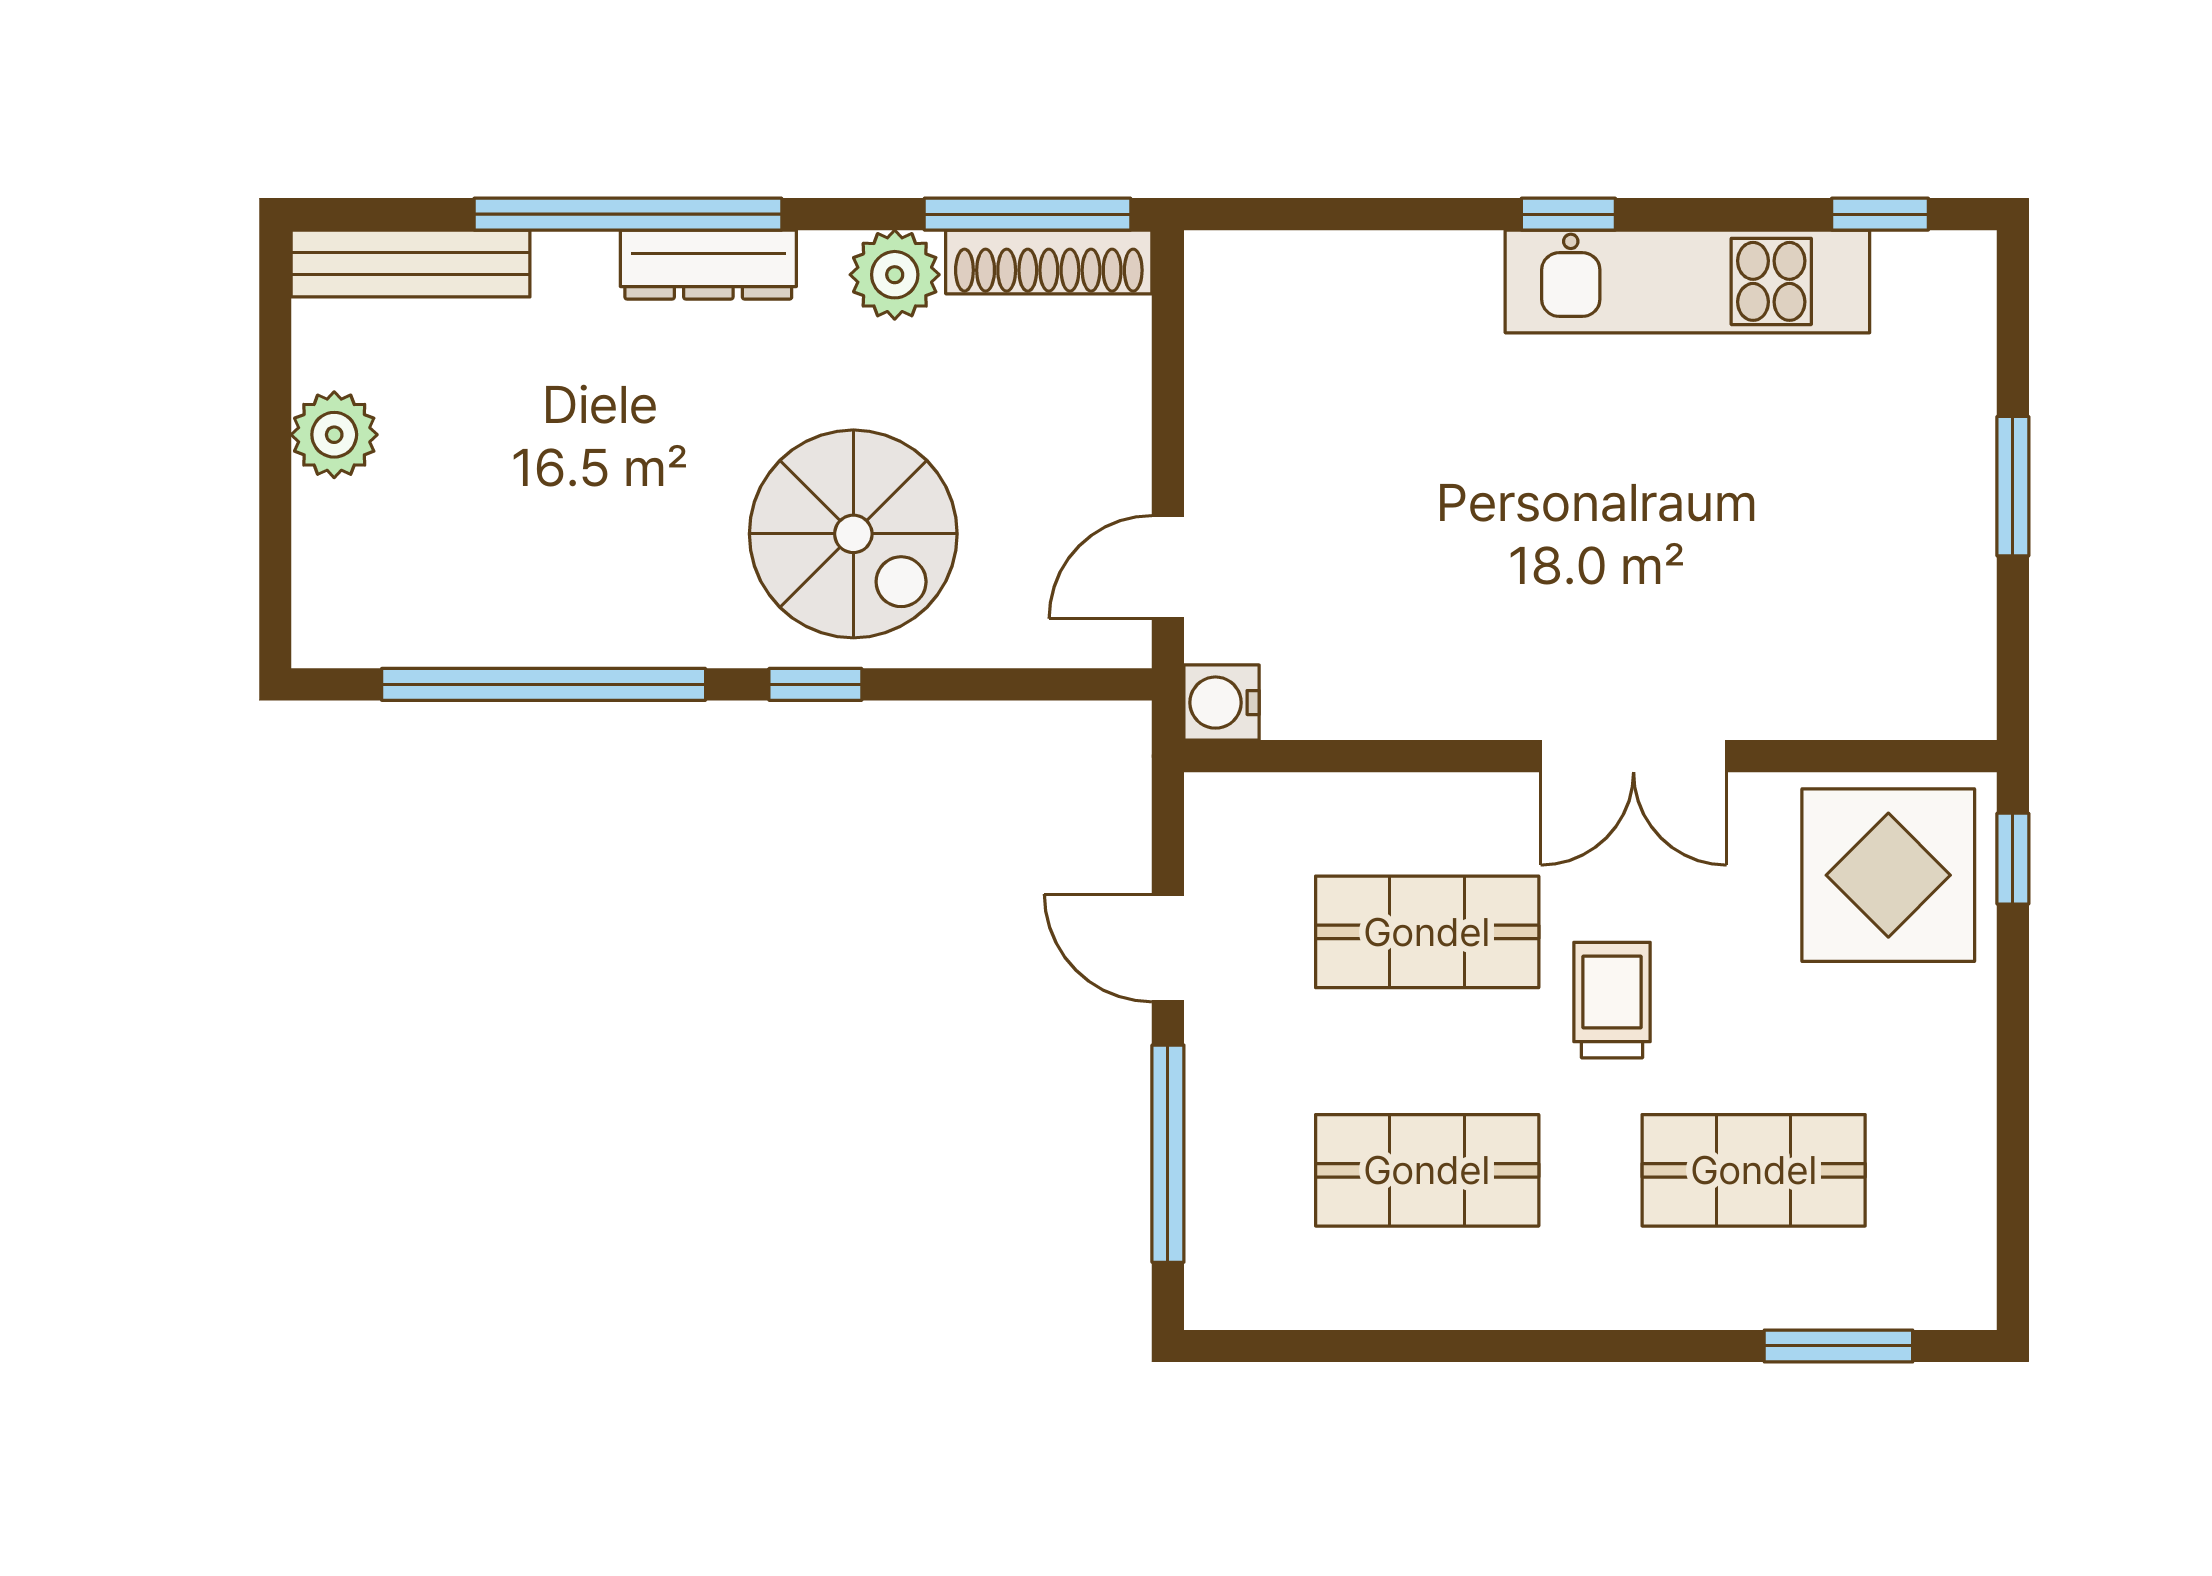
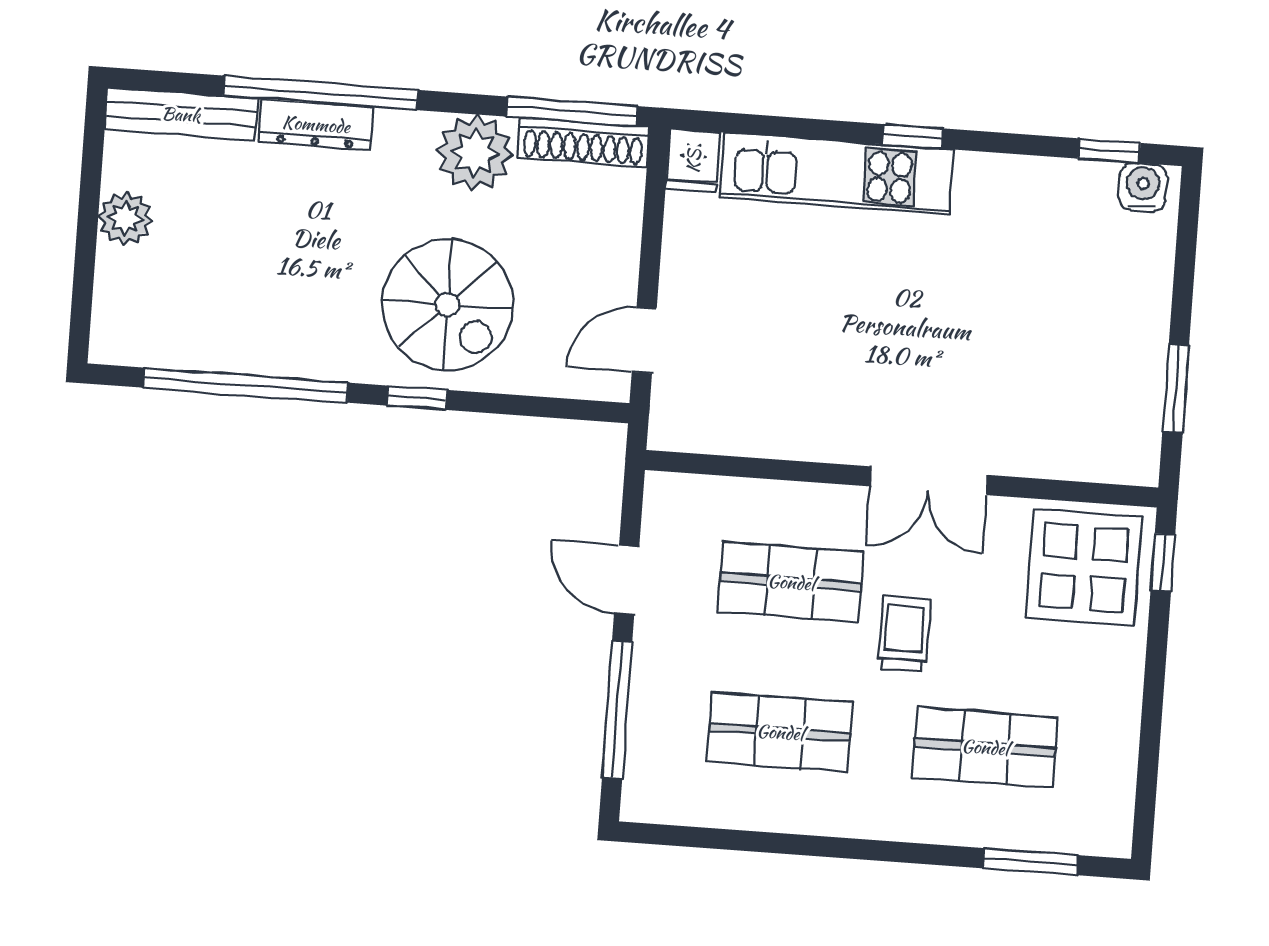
dresser: (708, 265) -> (316, 124), moved
plant: (895, 275) -> (475, 153), width x1.36, depth x1.36
fridge: (1224, 278) -> (693, 161), added
kitchen unit: (1687, 281) -> (837, 173), moved
window: (2013, 486) -> (1176, 388), moved
water cooler: (1222, 703) -> (1143, 187), moved, turned 90

